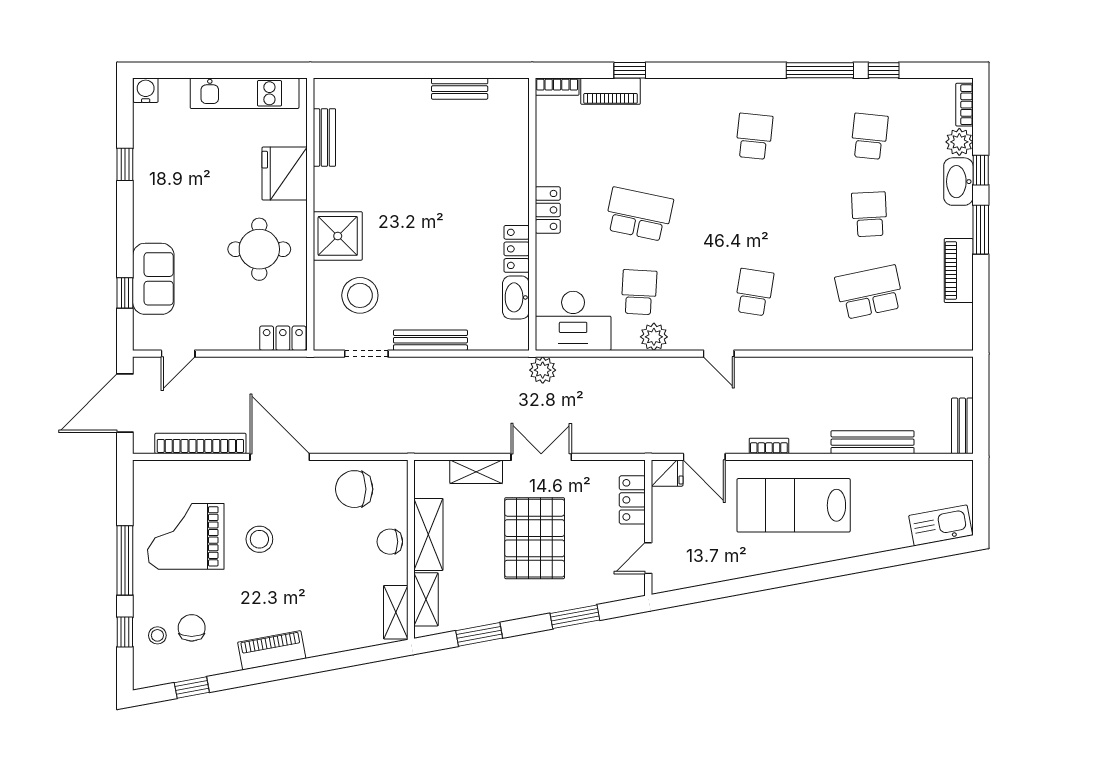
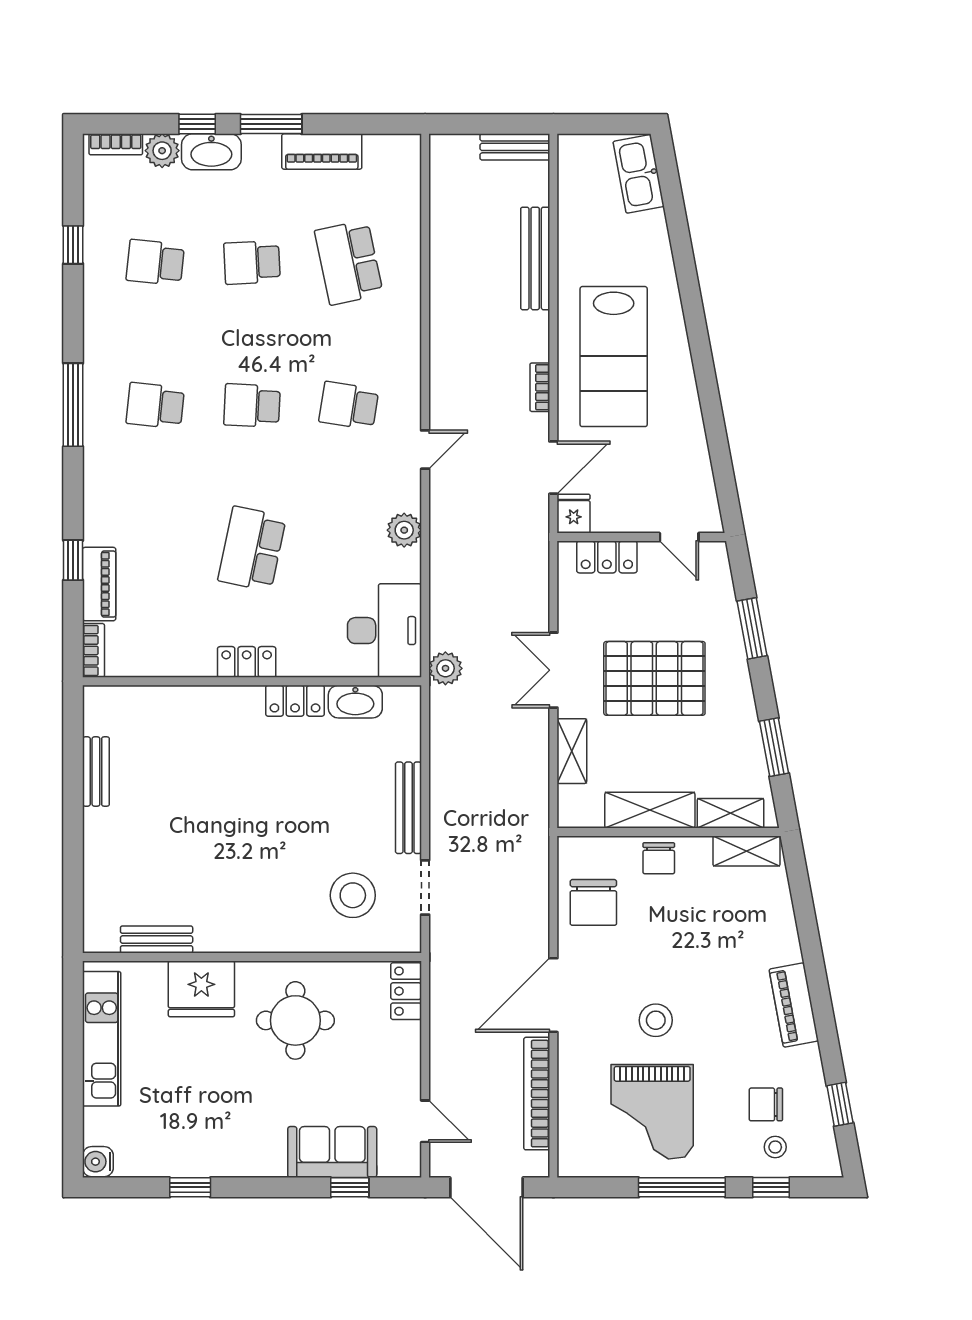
window: (820, 70) -> (73, 405), moved
shower: (338, 236) -> (279, 923), removed
school desk: (639, 292) -> (252, 406), moved

